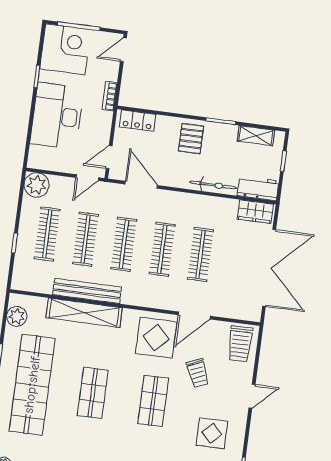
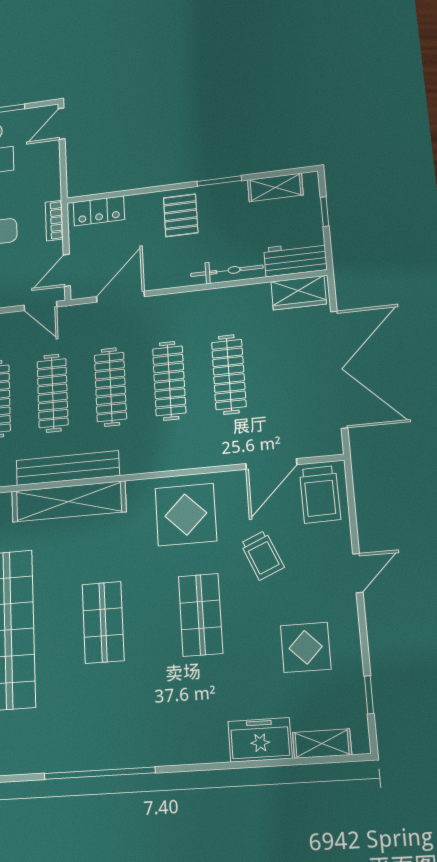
bookcase: (110, 96) -> (54, 221), moved
door: (87, 178) -> (40, 306), hinge flipped
door: (141, 185) -> (120, 297), hinge flipped
door: (194, 315) -> (271, 464), moved

